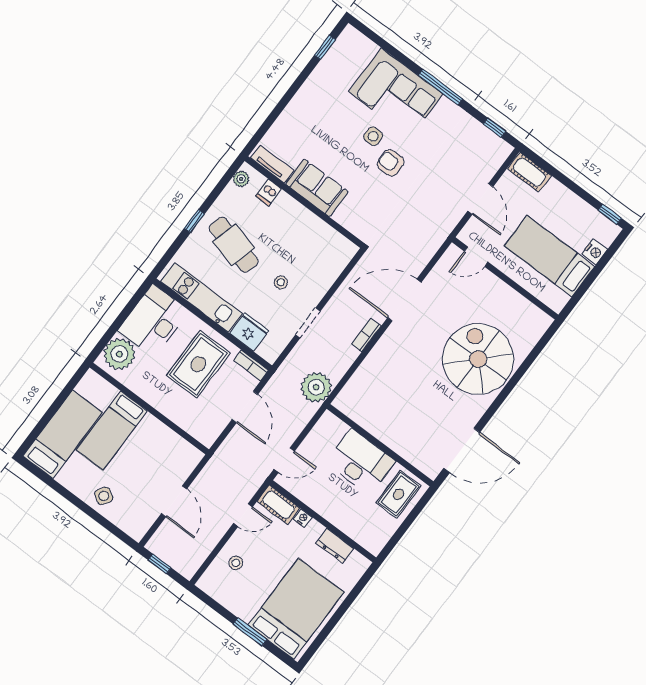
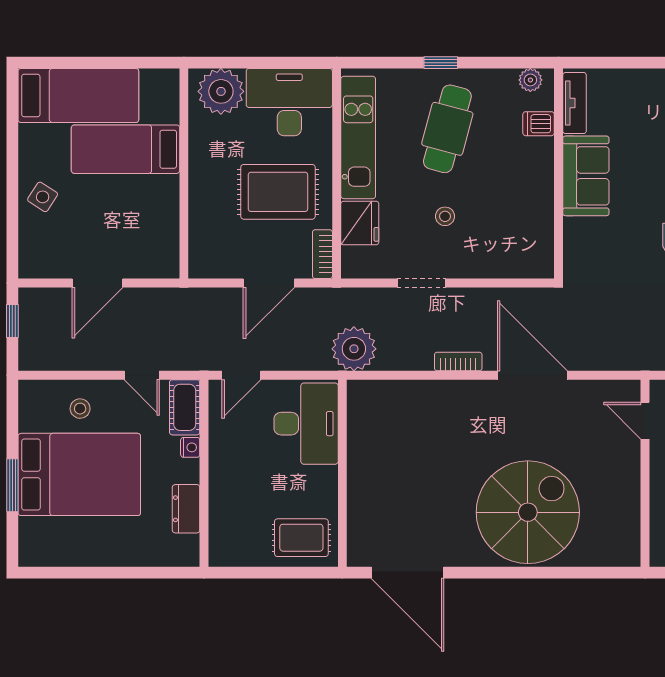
door: (284, 460) -> (241, 375), hinge flipped
desk: (361, 462) -> (306, 424), moved
bed: (296, 609) -> (79, 474), moved

